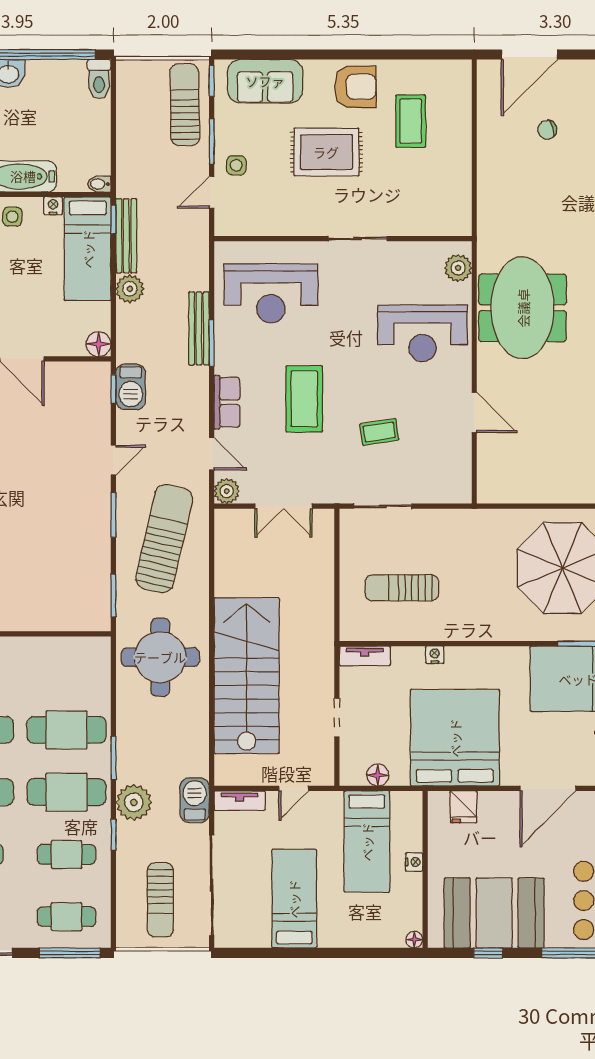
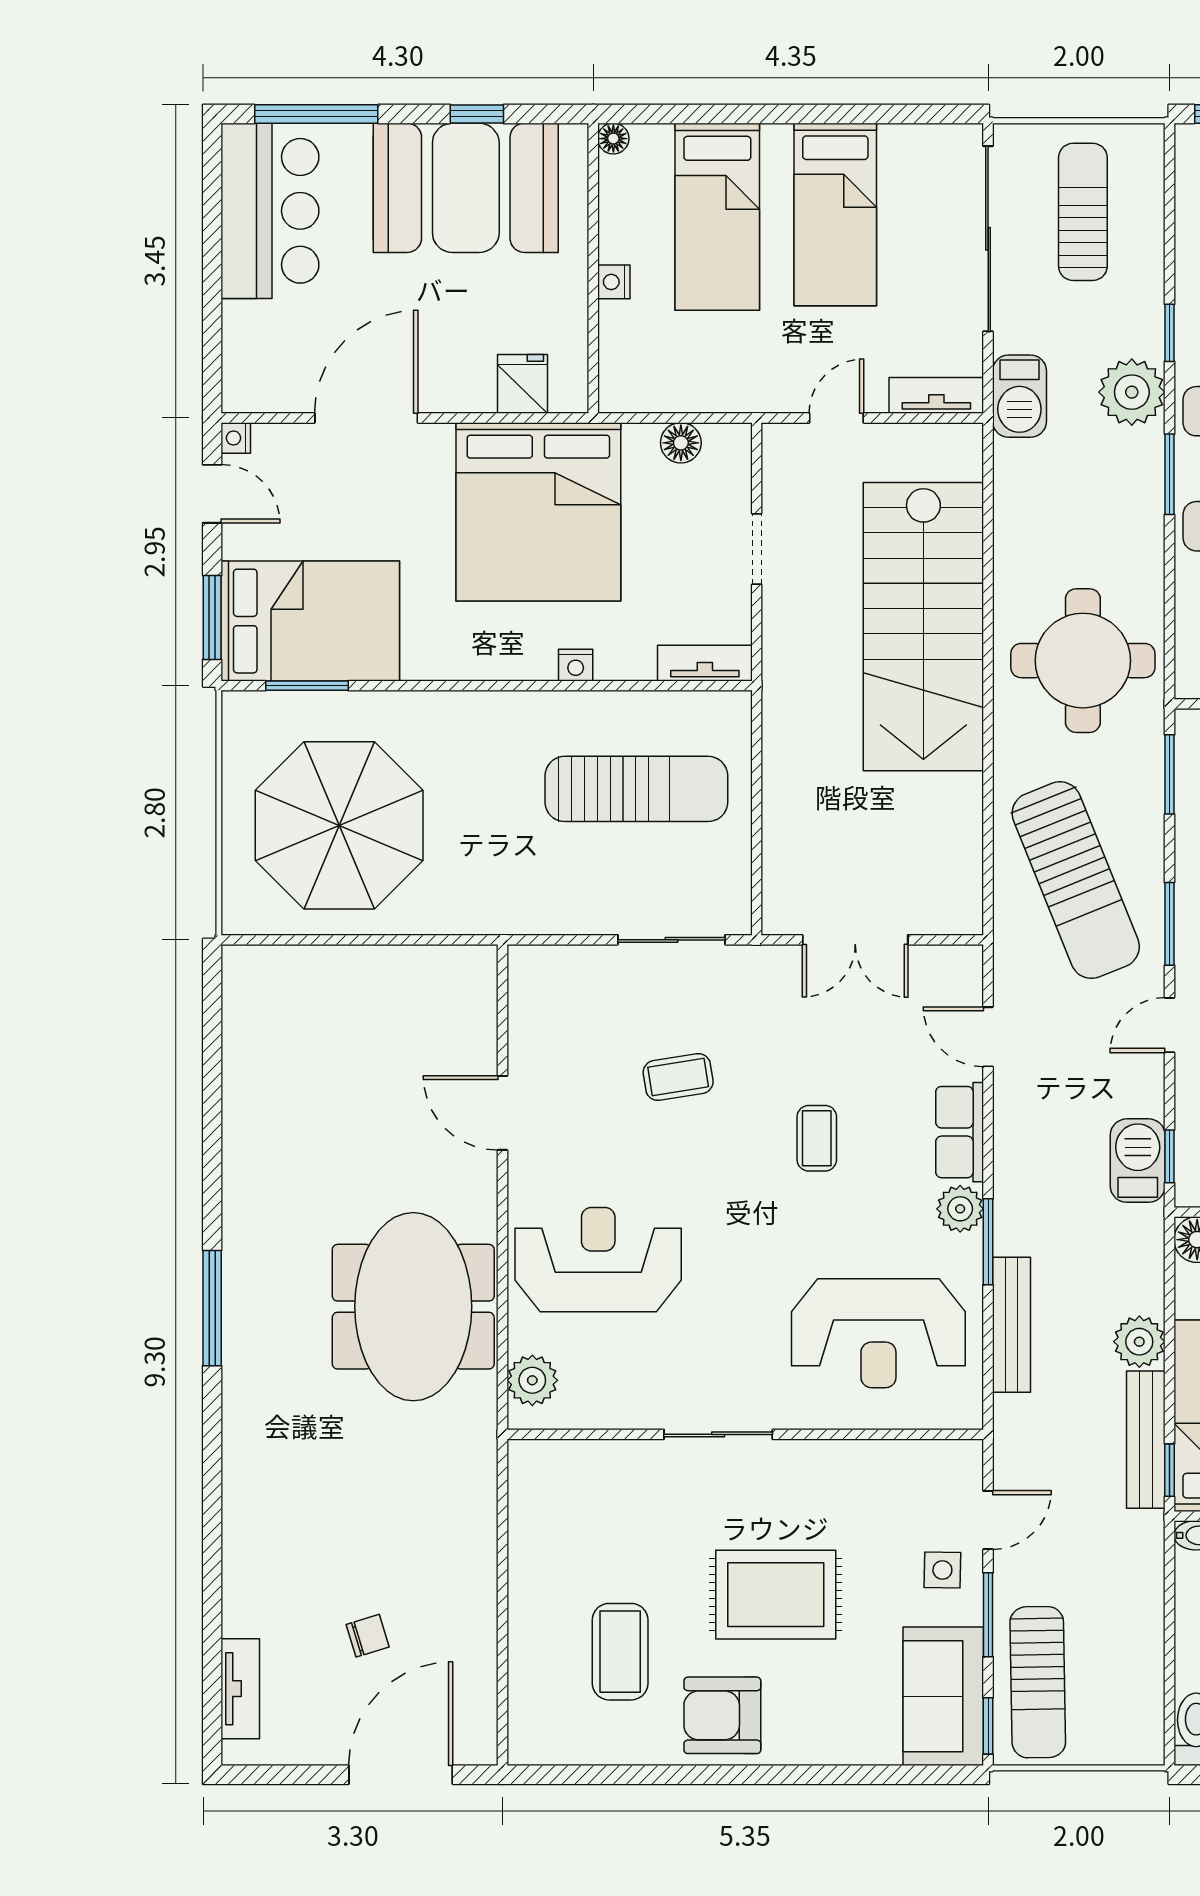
sofa: (265, 81) -> (943, 1696), moved, turned -90
reception desk: (271, 293) -> (878, 1333), turned 180
bench: (199, 328) -> (1012, 1325), moved
coffee table: (304, 399) -> (817, 1138), width x0.54, depth x0.58
plant: (227, 491) -> (960, 1209), moved
double door: (283, 506) -> (855, 940), swing flipped
sun lounger: (164, 539) -> (1076, 880), turned -35
sun lounger: (402, 588) -> (636, 789), width x1.36, depth x1.34
bed: (367, 842) -> (717, 217), moved, turned 180

